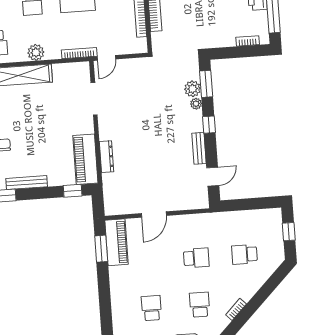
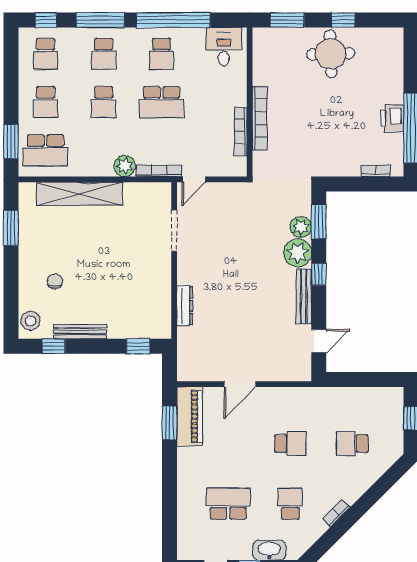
plant: (36, 52) -> (125, 166), moved
plant: (196, 104) -> (298, 253), width x1.88, depth x1.88
bench: (199, 148) -> (304, 296), width x1.36
piano: (85, 159) -> (158, 307), removed
school desk: (151, 308) -> (228, 504), width x1.85

